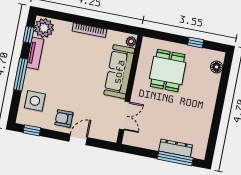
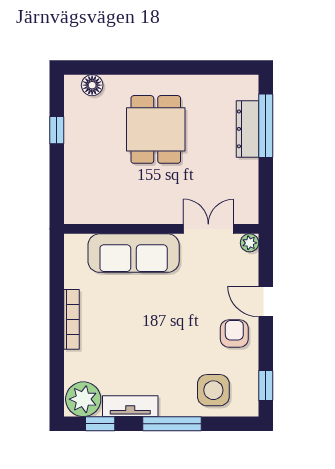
plant: (131, 41) -> (250, 243), moved
dining table: (168, 71) -> (156, 129), moved, turned 90
armchair: (64, 119) -> (234, 334), turned 180

